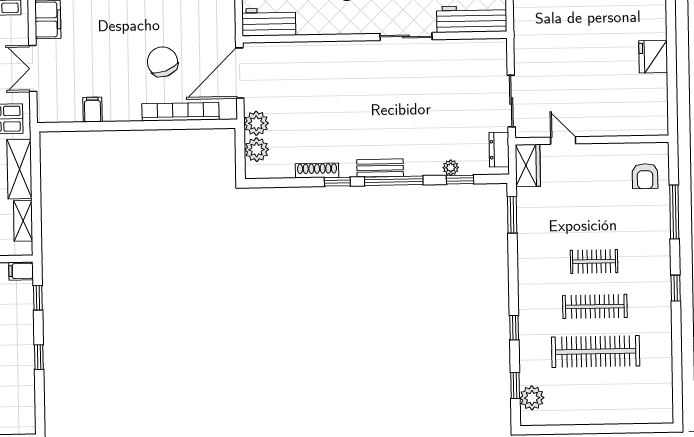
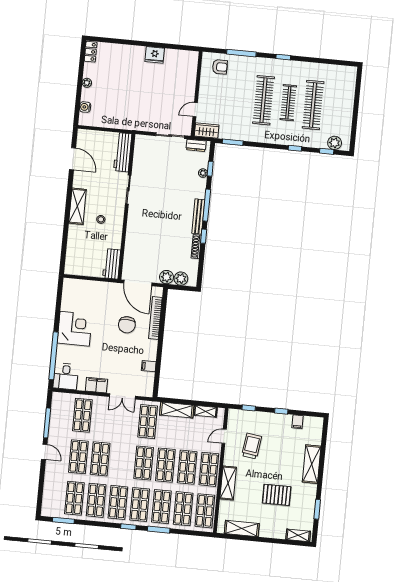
chair: (162, 62) -> (127, 325), turned -70
bench: (380, 168) -> (198, 217), width x1.36
clothes rail: (594, 261) -> (263, 100), width x1.86, depth x1.31
filing cabinet: (21, 271) -> (298, 422), moved

